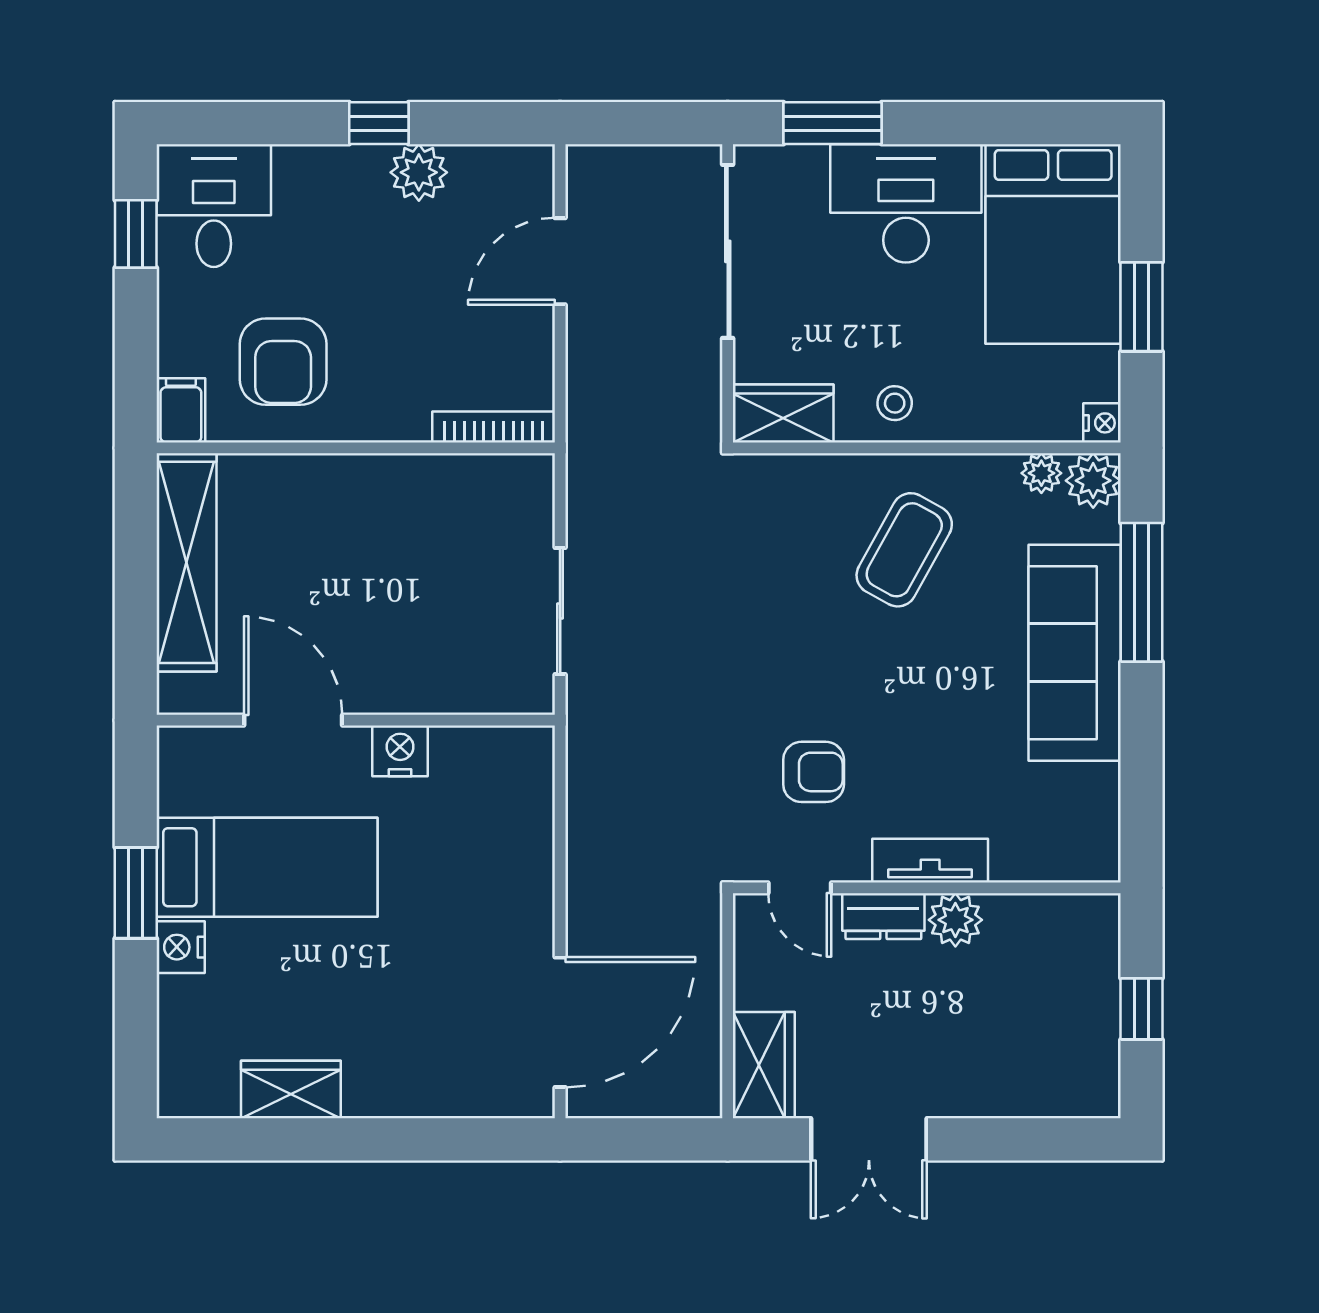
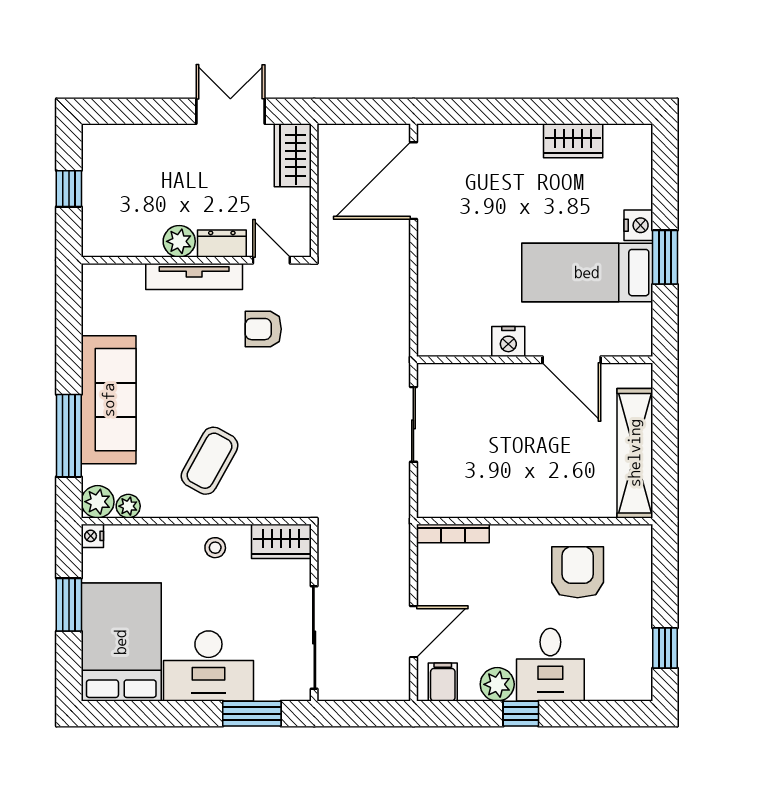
desk: (214, 206) -> (550, 665), moved
filing cabinet: (181, 410) -> (443, 682), moved, turned 180
tv unit: (930, 861) -> (194, 277), width x1.41

